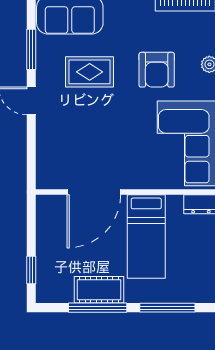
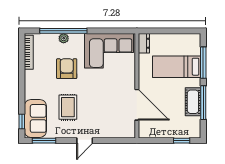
window: (31, 49) -> (44, 141), moved
armchair: (157, 70) -> (67, 69), turned -90
bed: (146, 237) -> (177, 67), moved, turned 180

